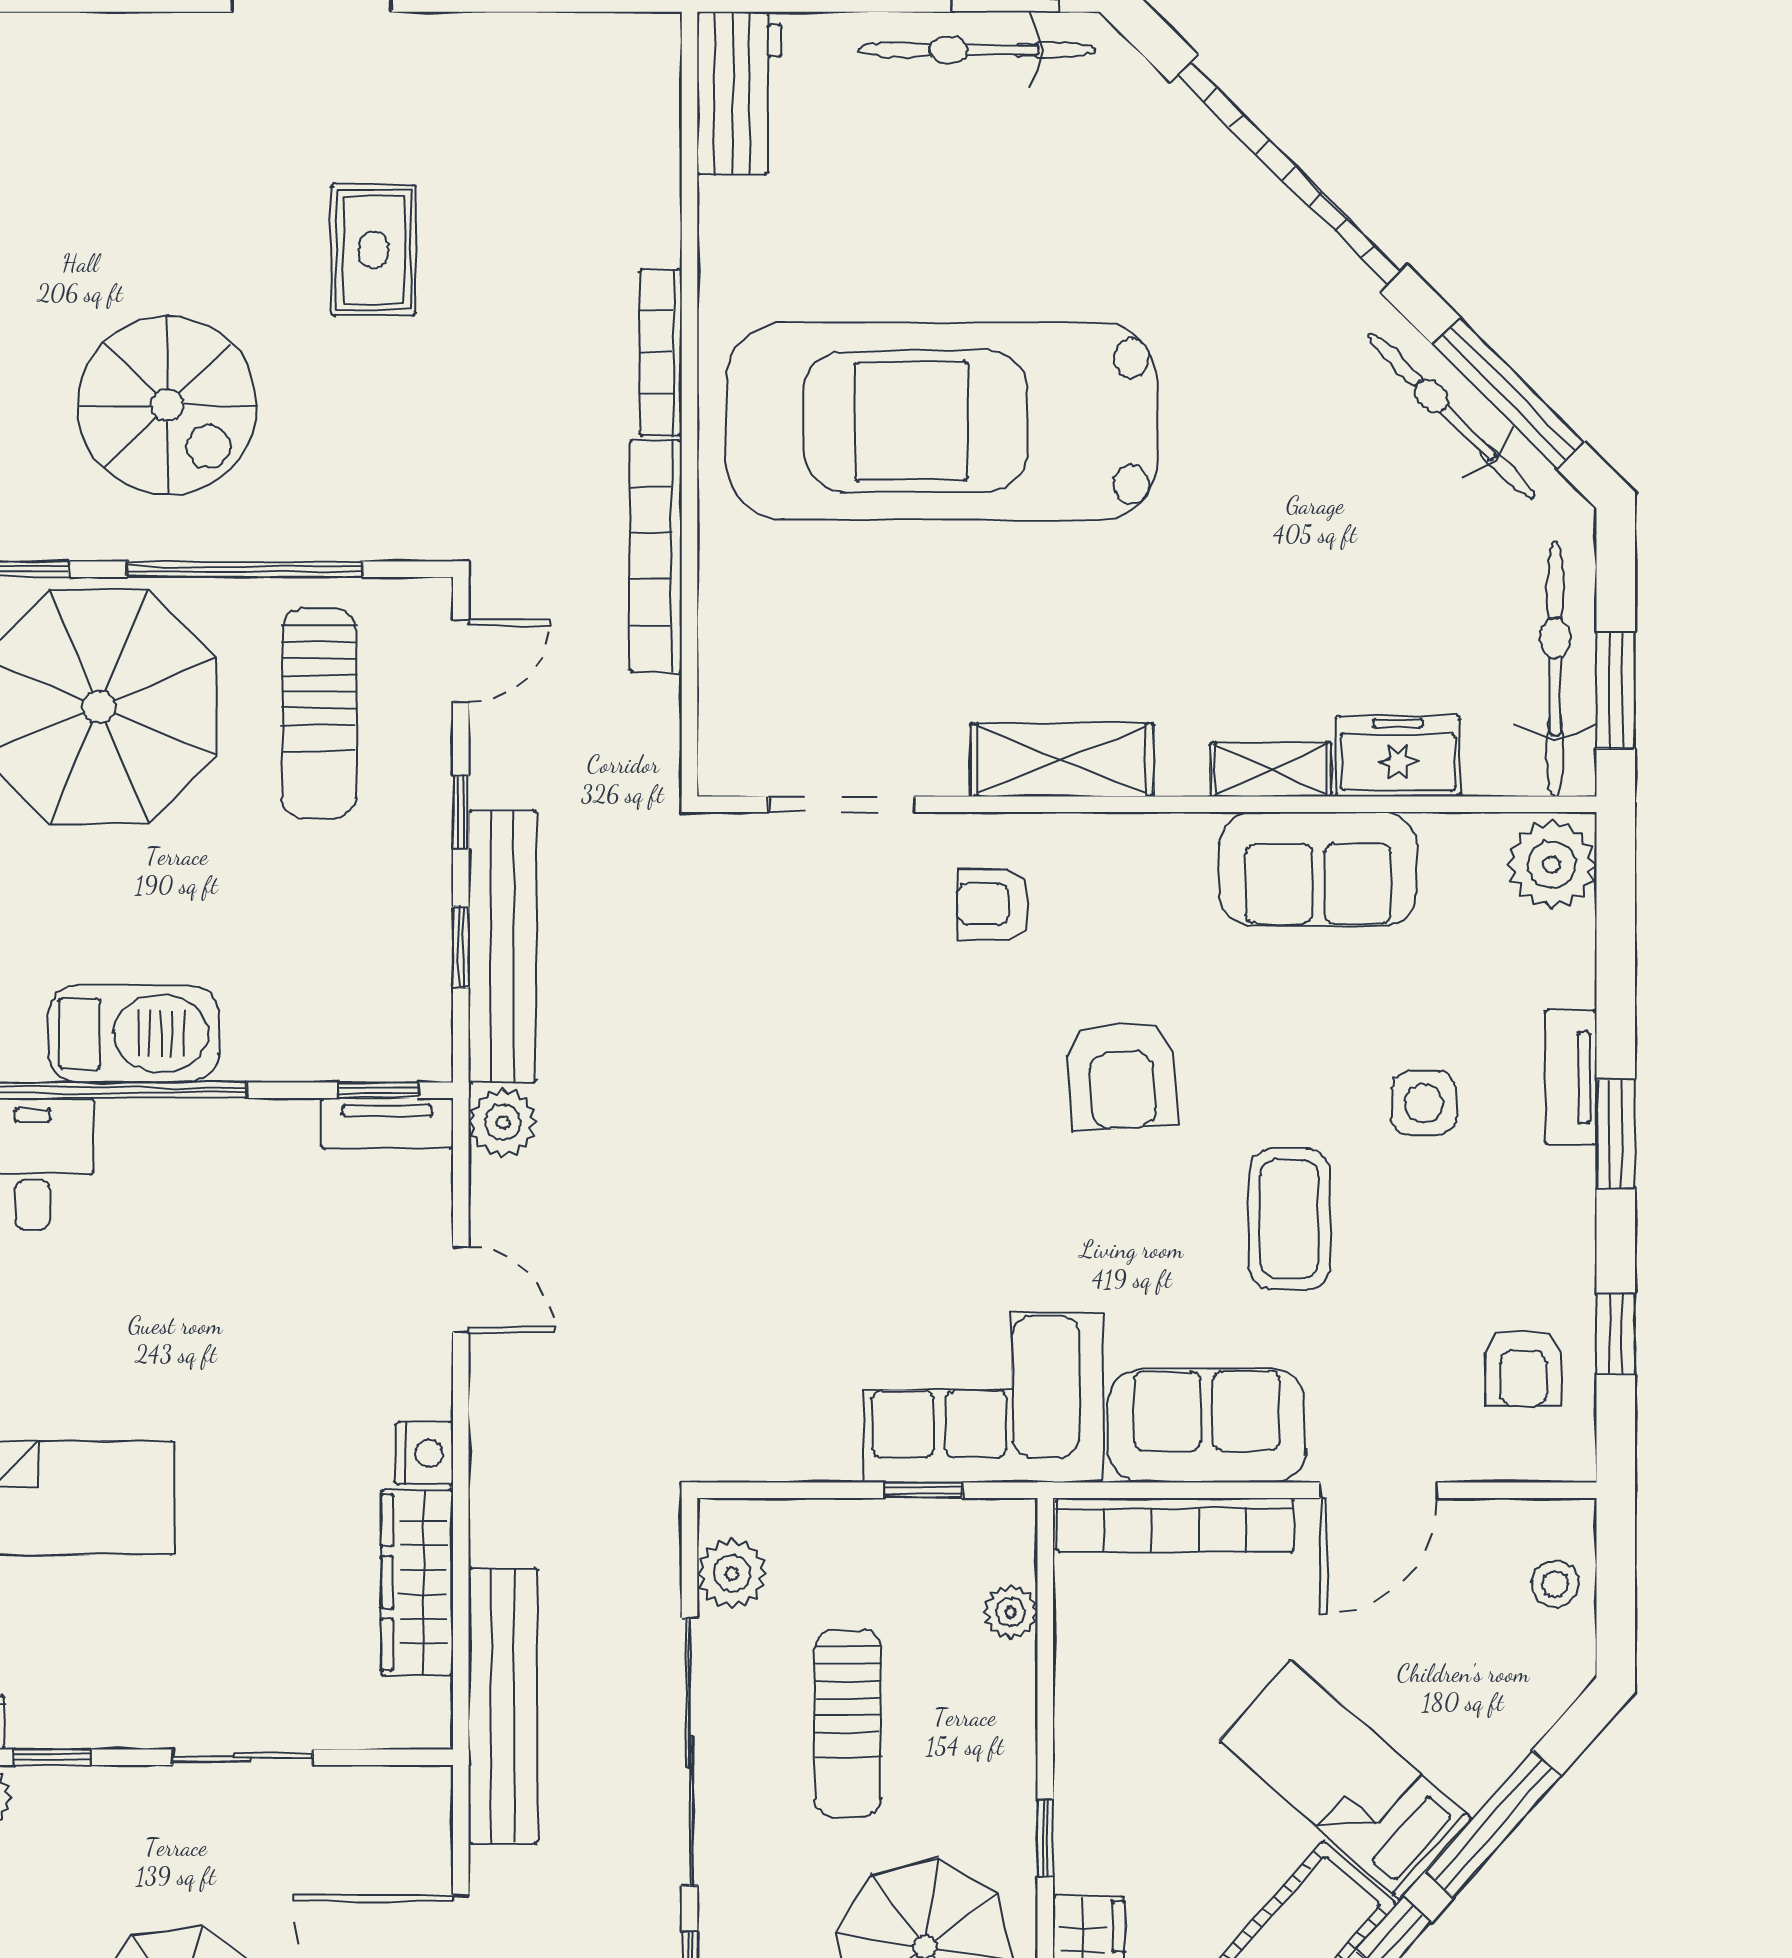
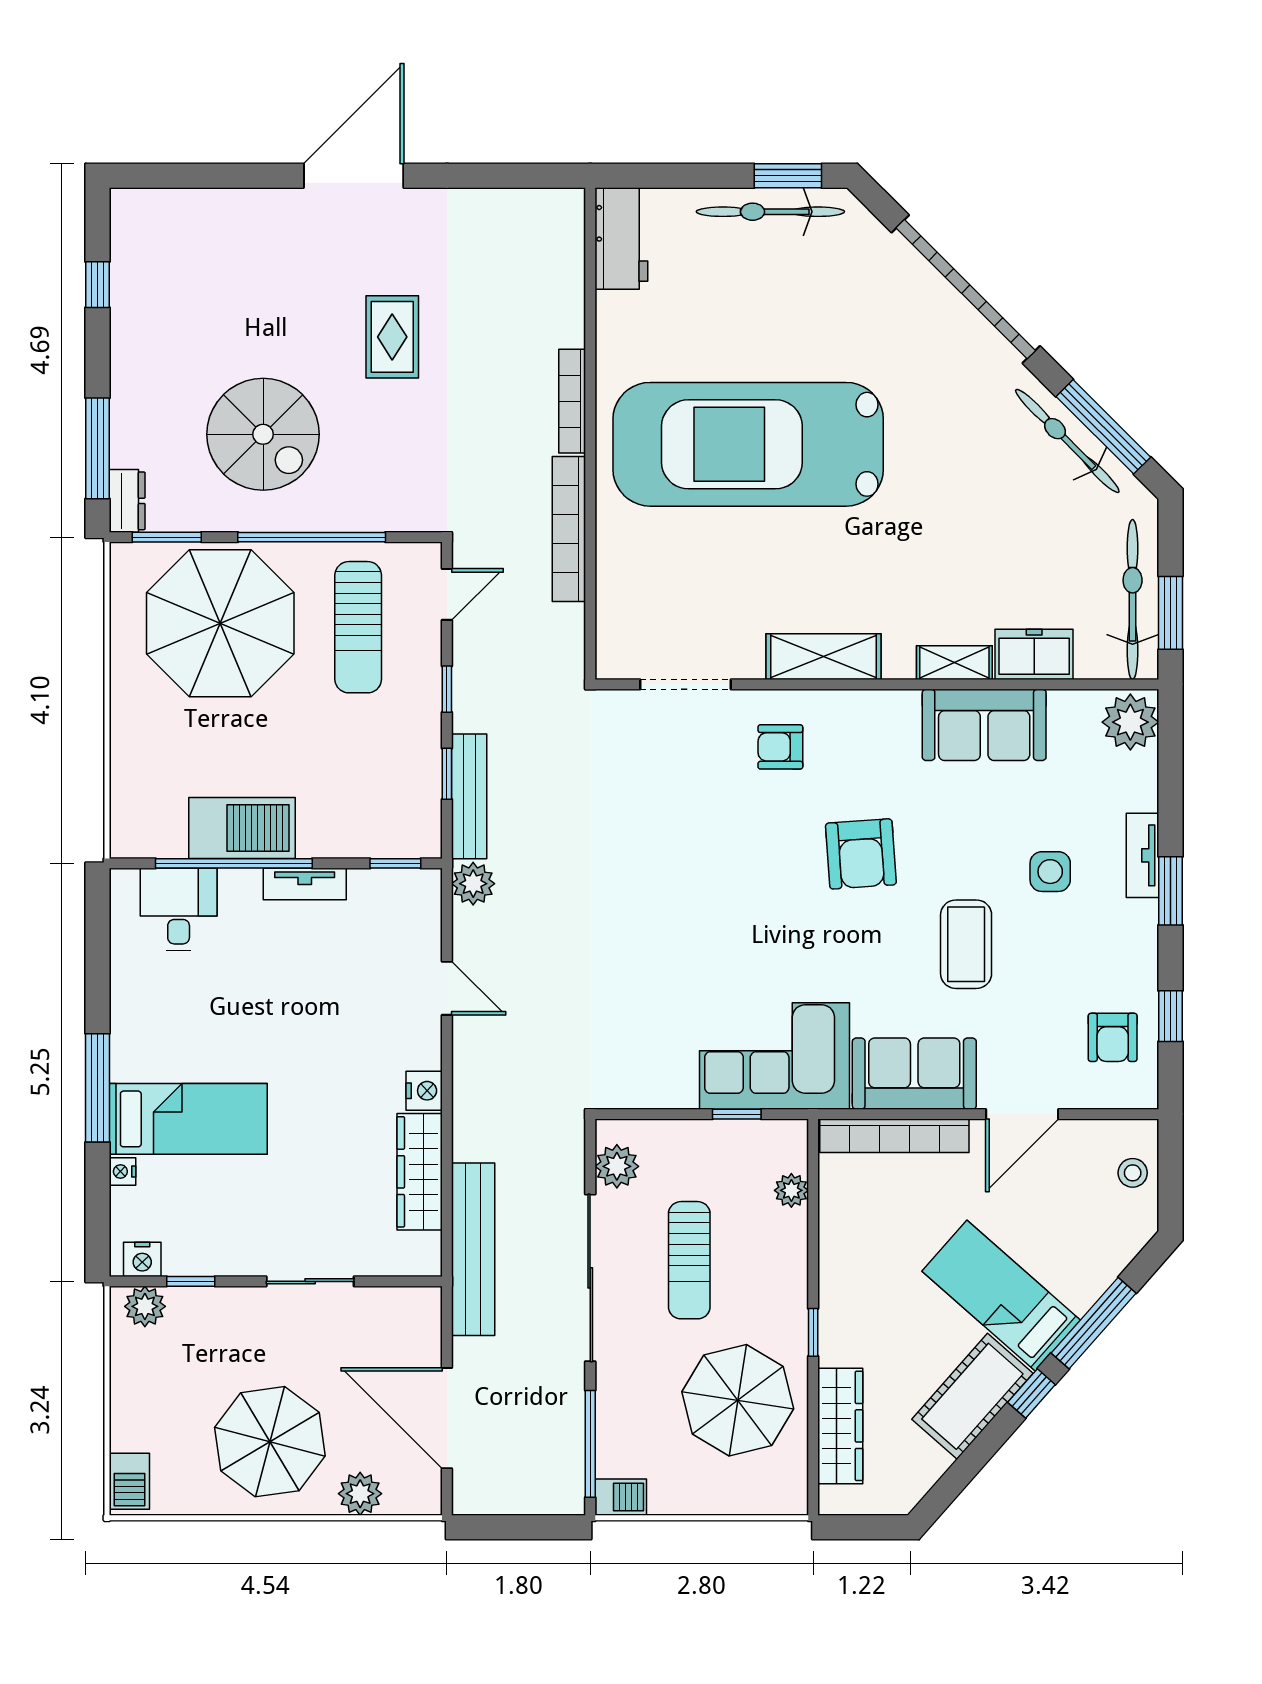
bench: (502, 947) -> (469, 796), width x0.73, depth x0.82
tv unit: (387, 1123) -> (305, 884), moved

